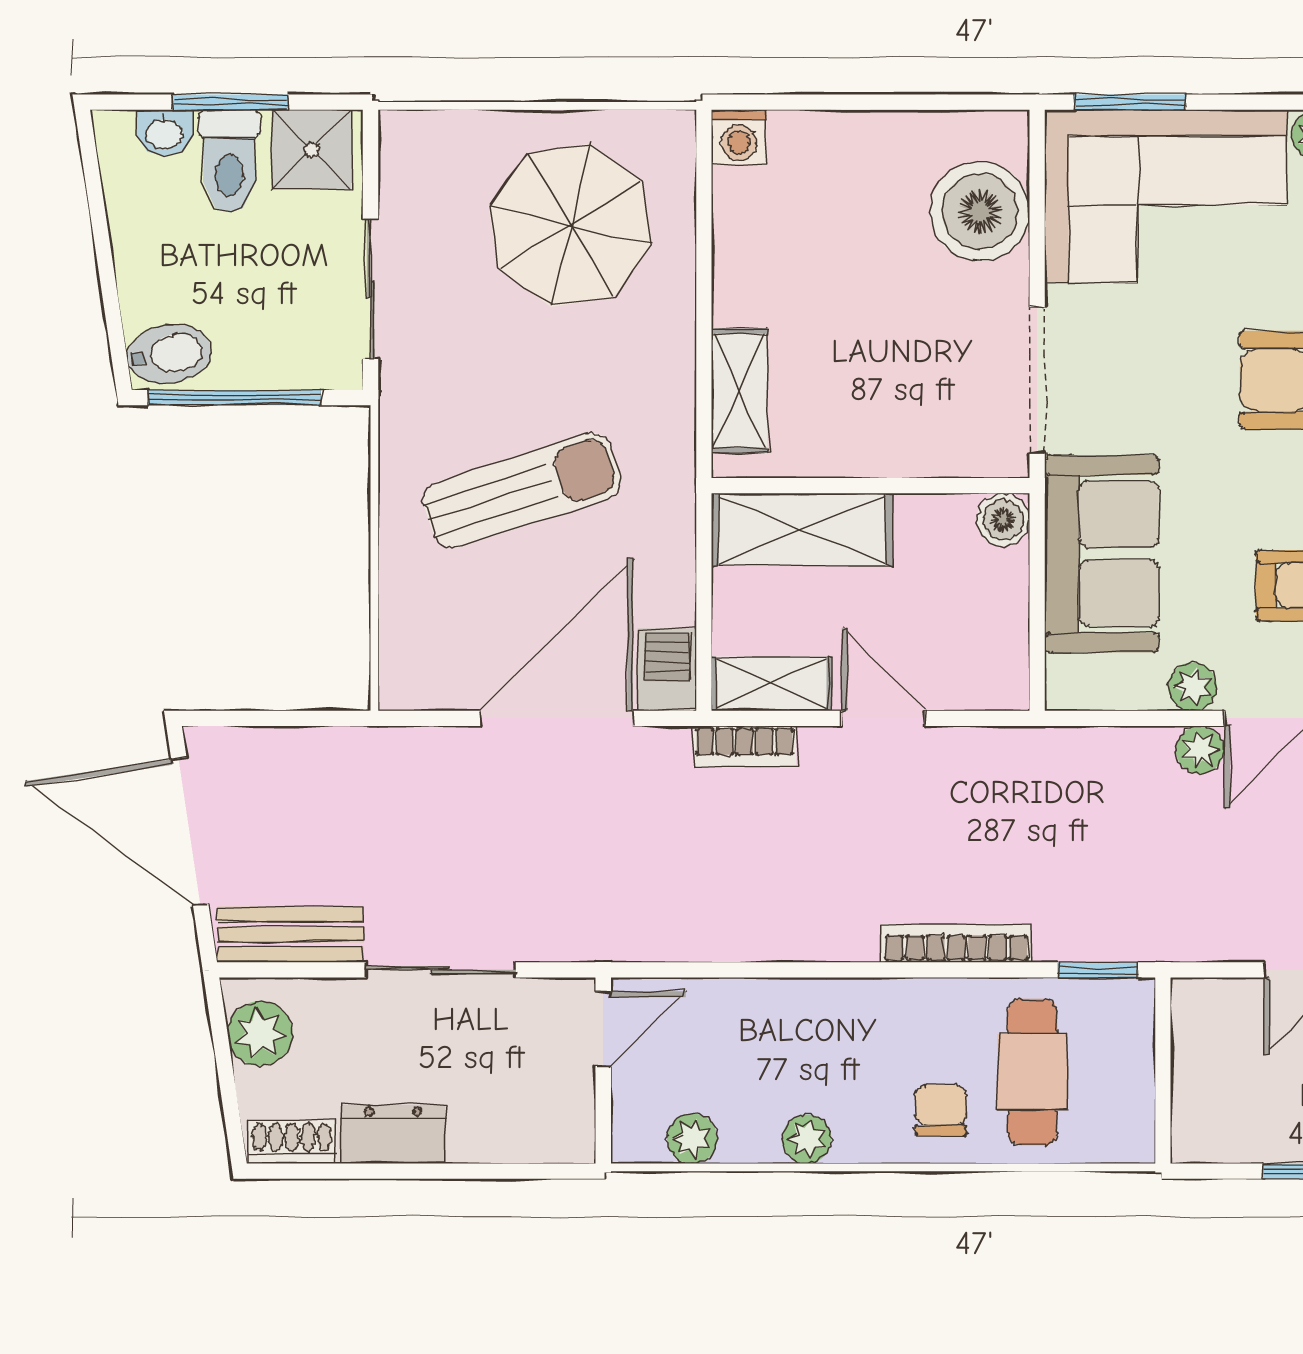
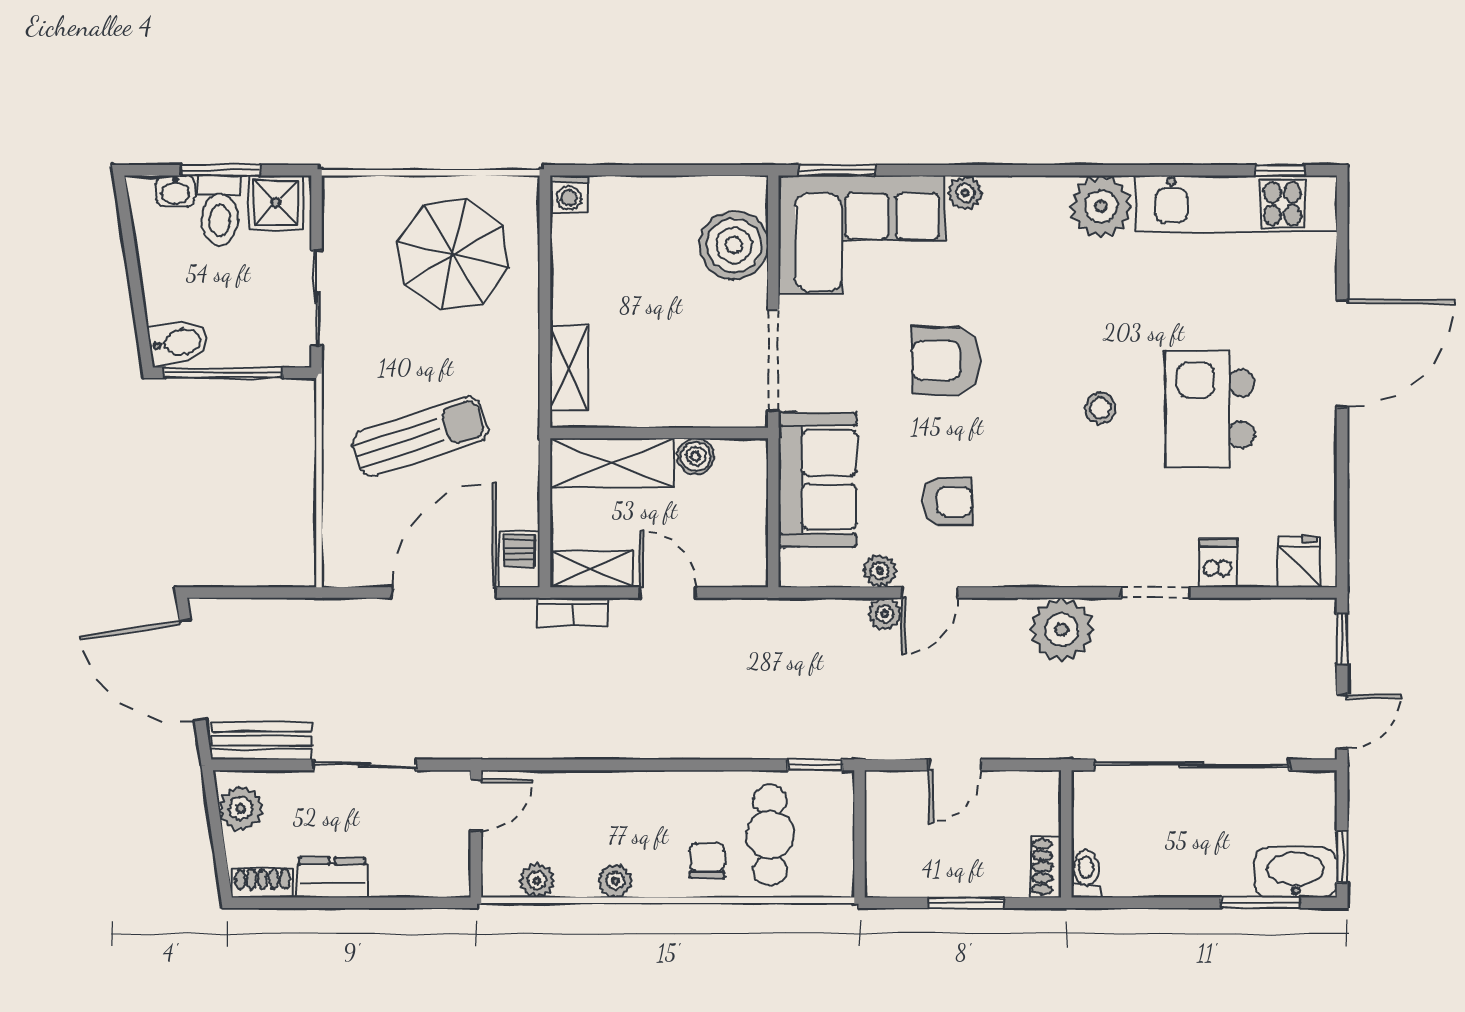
boiler: (1003, 520) -> (696, 456), moved
bookcase: (956, 943) -> (718, 746), removed

